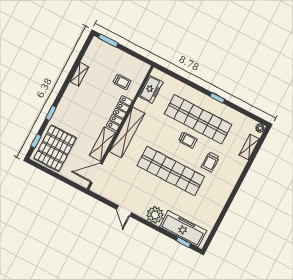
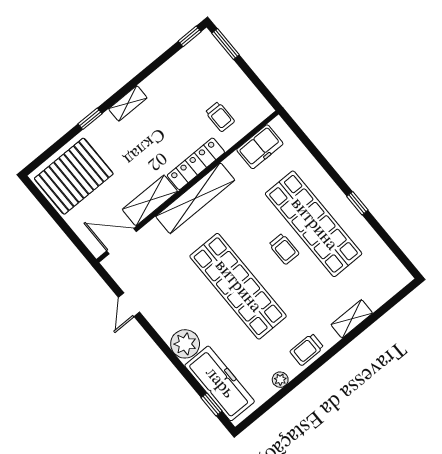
shelving: (79, 74) -> (128, 103), moved
plant: (260, 128) -> (280, 380), moved
window: (36, 141) -> (190, 36), moved
shelving: (249, 147) -> (352, 319), moved
trolley: (210, 162) -> (307, 350), moved
door: (124, 211) -> (129, 305), moved

